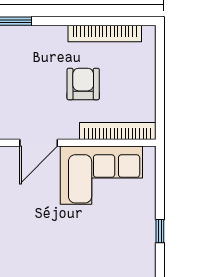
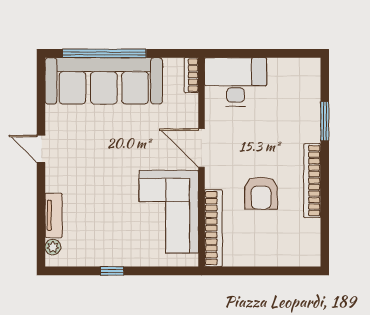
bookcase: (105, 34) -> (312, 181), moved
armchair: (83, 84) -> (261, 193), turned 90

